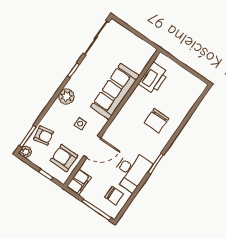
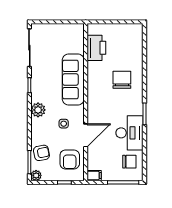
chair: (157, 121) -> (122, 80), turned 180
armchair: (64, 158) -> (70, 159), turned -90
filing cabinet: (79, 182) -> (94, 176), width x0.50

